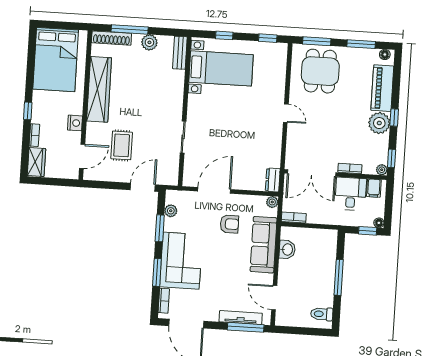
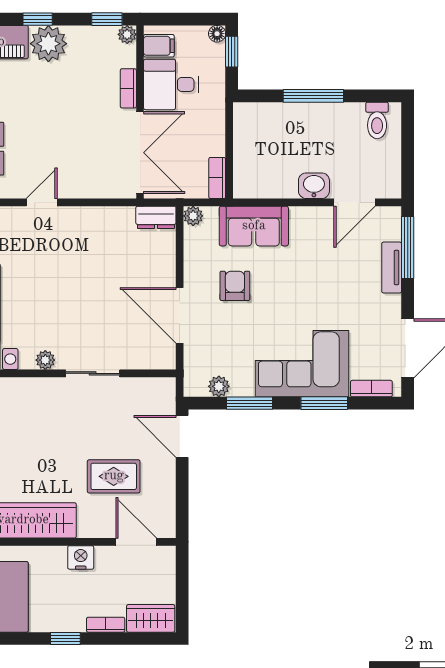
plant: (193, 109) -> (45, 360), added
sofa: (264, 245) -> (254, 226), width x0.73
washbasin: (287, 249) -> (314, 186), moved
tv unit: (241, 318) -> (392, 267), width x0.71

